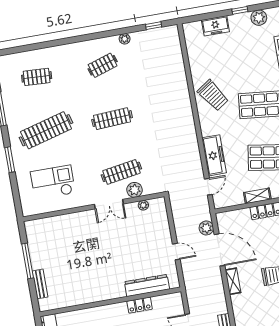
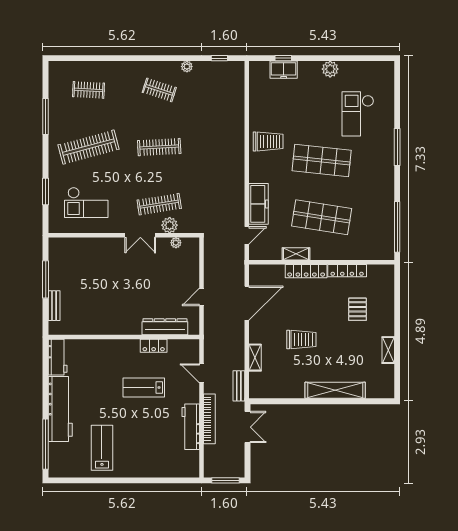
window: (240, 10) -> (283, 58), moved
clothes rail: (103, 65) -> (159, 90), turned 36
trolley: (213, 95) -> (268, 141), turned -56
window: (10, 160) -> (46, 192), moved
checkout: (53, 182) -> (86, 202), turned 180
plant: (206, 228) -> (237, 278), removed
door: (219, 250) -> (247, 303), hinge flipped
door: (176, 252) -> (202, 297), swing flipped
shelving: (233, 281) -> (255, 358), moved

